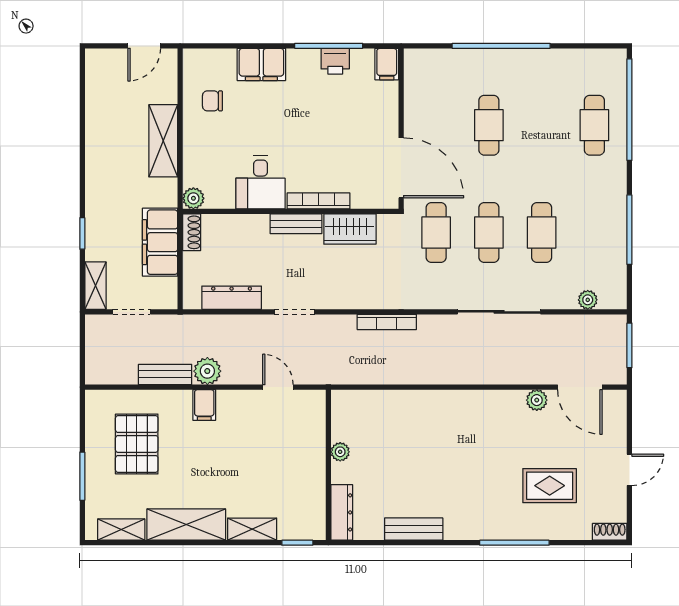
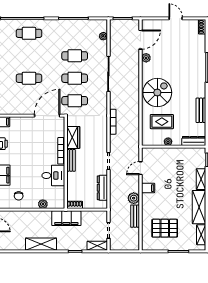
shelving: (163, 141) -> (41, 244), moved
plant: (193, 198) -> (43, 204), moved
filing cabinet: (160, 242) -> (66, 218), moved
filing cabinet: (204, 405) -> (148, 188), moved
spiral stairs: (455, 427) -> (157, 93), added
rug: (550, 486) -> (162, 122), moved, turned 90

